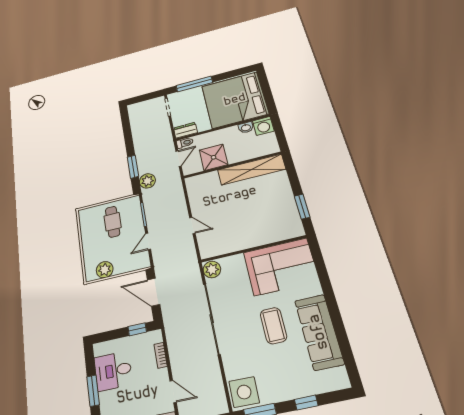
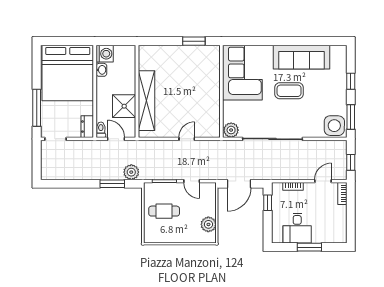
shelving: (251, 170) -> (146, 101), moved

